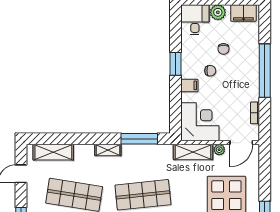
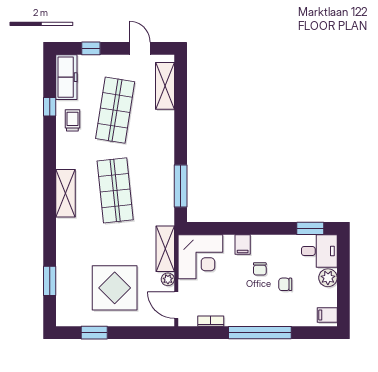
filing cabinet: (243, 13) -> (327, 315), width x0.50
window: (175, 64) -> (310, 228), moved
shelving: (108, 150) -> (167, 150), removed

